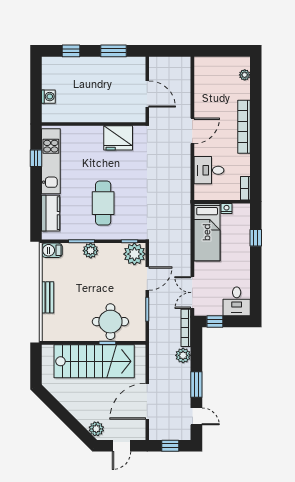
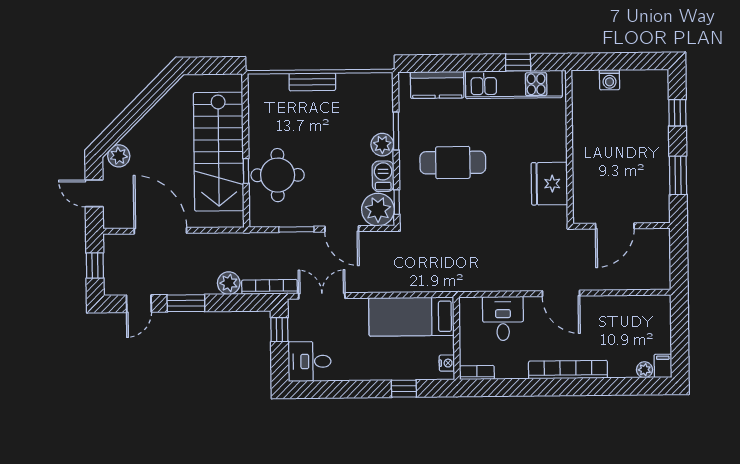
filing cabinet: (242, 62) -> (663, 366), added
nightstand: (227, 209) -> (447, 363), moved
barbecue: (52, 250) -> (383, 176), moved

